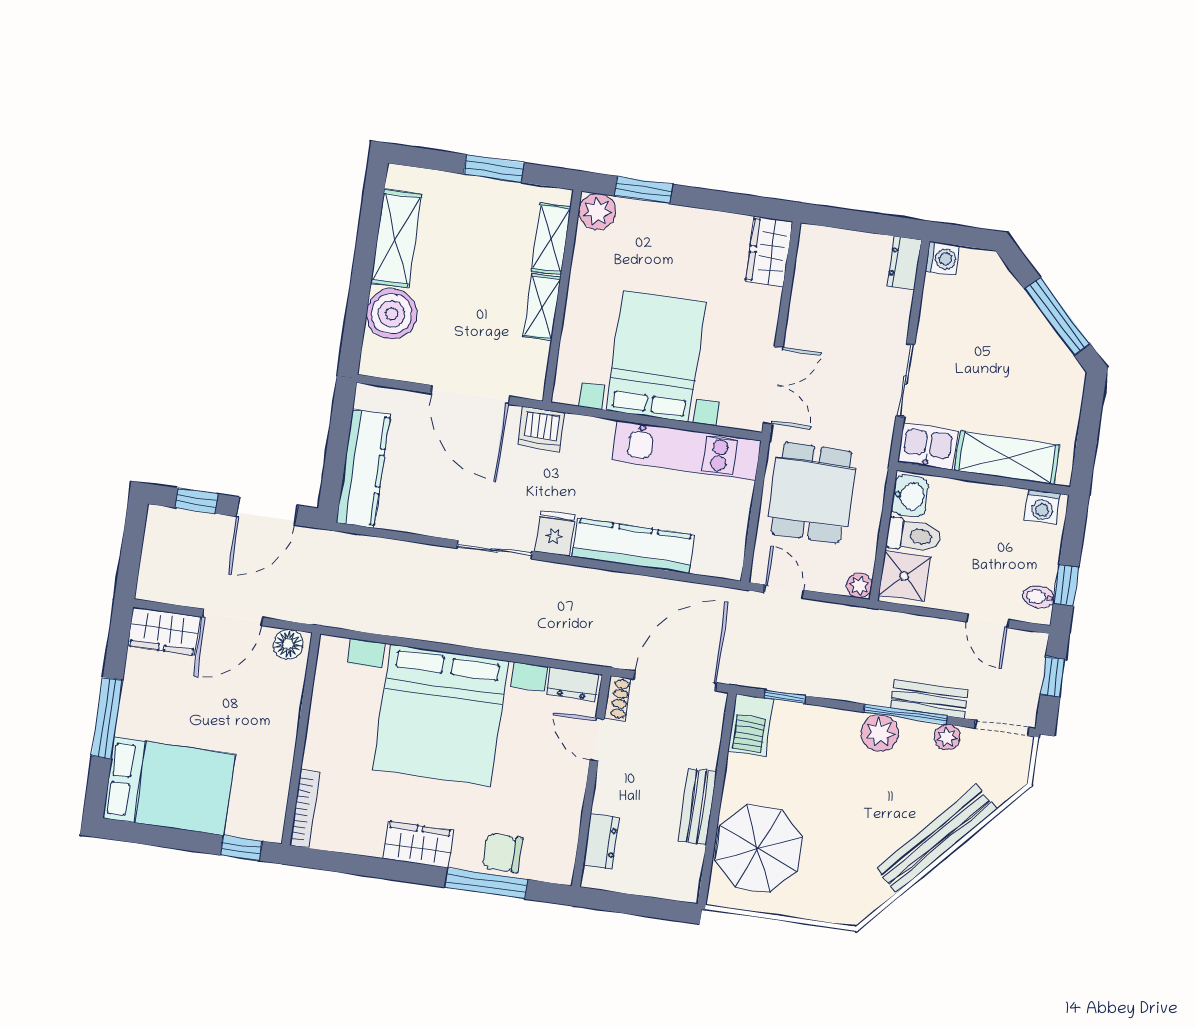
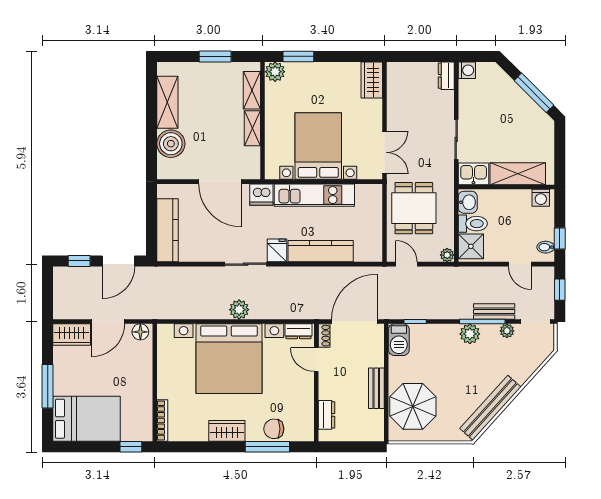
kitchen unit: (686, 451) -> (314, 195), moved
plant: (471, 630) -> (239, 310), added
bench: (937, 839) -> (490, 408), moved

